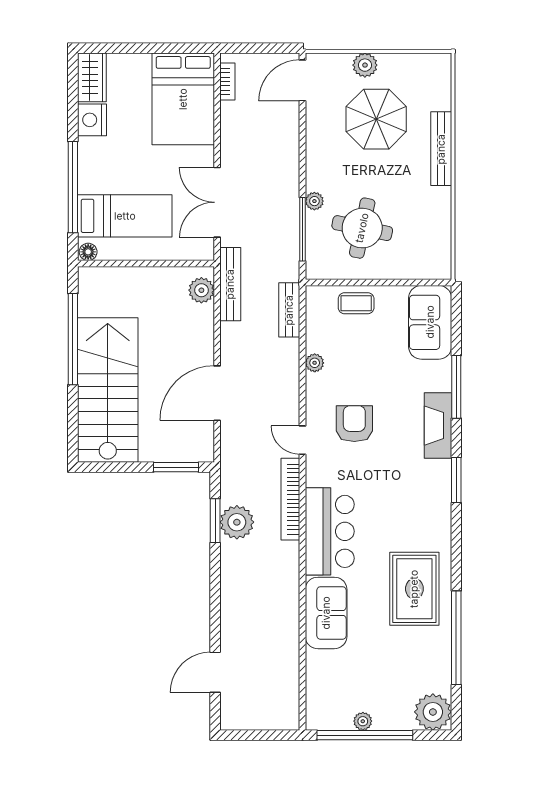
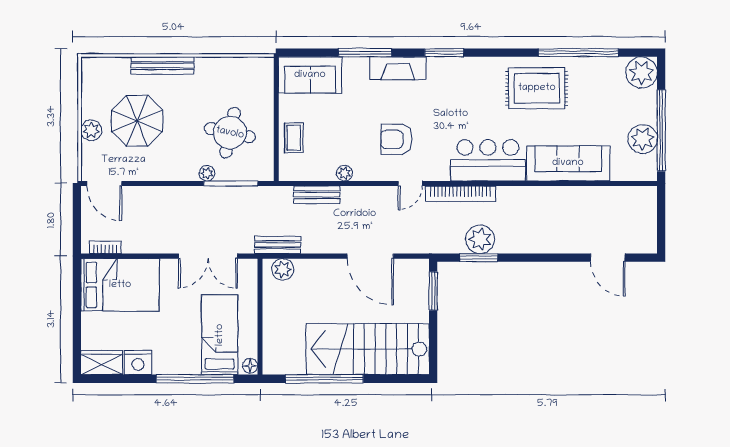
bench: (230, 284) -> (278, 245), width x0.73
bench: (289, 310) -> (317, 195), moved
sofa: (326, 613) -> (568, 163), width x1.36
plant: (363, 721) -> (643, 139), width x1.88, depth x1.88

